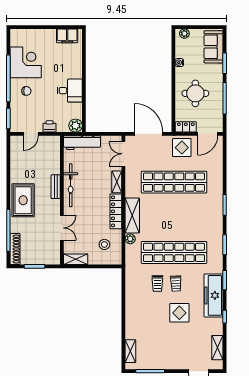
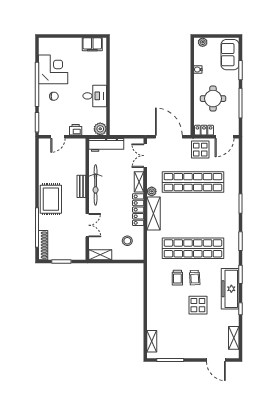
plant: (130, 239) -> (152, 191), moved

